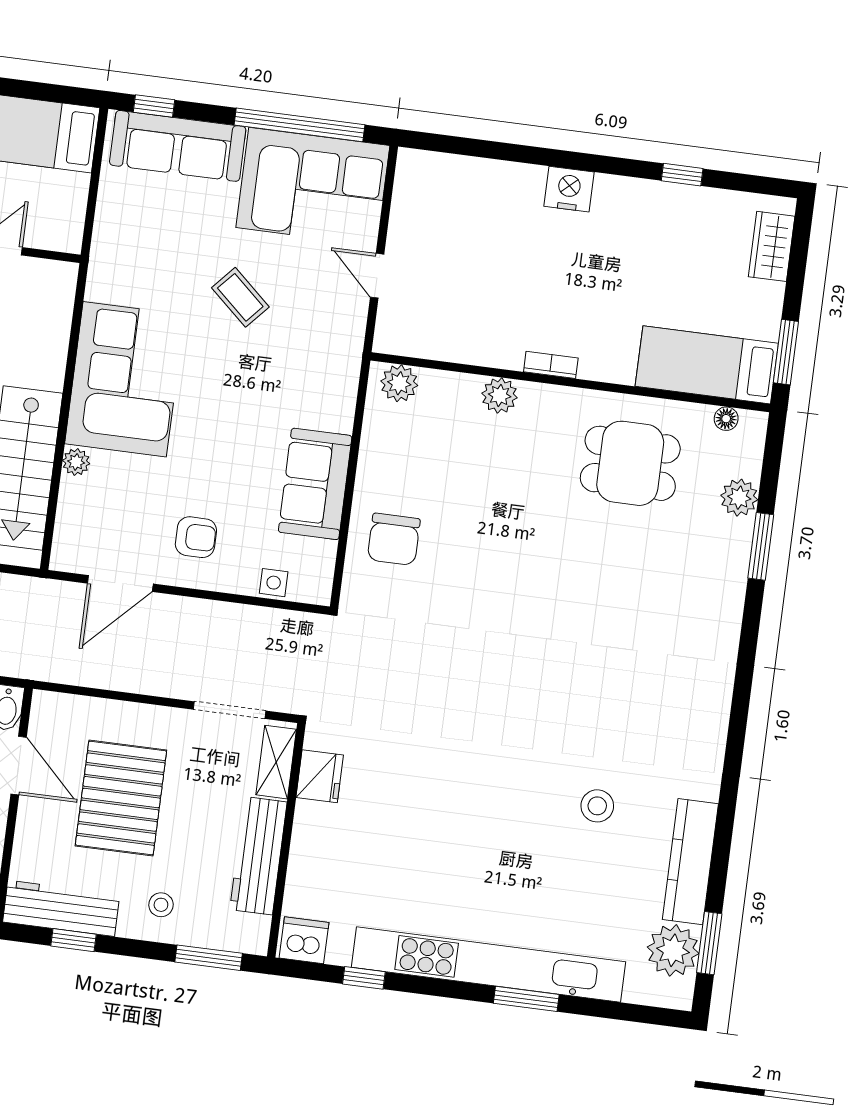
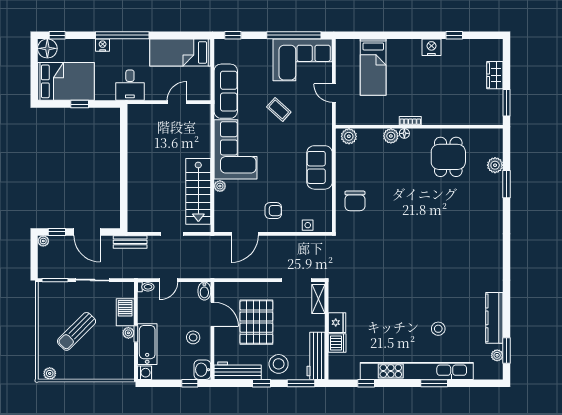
sofa: (178, 146) -> (226, 91), moved, turned -90
nightstand: (569, 189) -> (431, 47), moved
wardrobe: (772, 246) -> (495, 75), moved
bed: (707, 365) -> (373, 67), moved, turned -90
floor lamp: (726, 419) -> (404, 133), moved
dining table: (630, 463) -> (448, 157), turned 90
sofa: (315, 484) -> (320, 167), moved
fridge: (320, 776) -> (337, 323), moved
stool: (597, 806) -> (438, 329), moved
workbench: (258, 856) -> (316, 356), moved
stool: (161, 905) -> (279, 364), width x1.89, depth x1.89
window: (73, 940) -> (262, 383), moved
dishwasher: (304, 940) -> (337, 343), moved, turned 90
plant: (673, 950) -> (497, 355), width x0.53, depth x0.53

